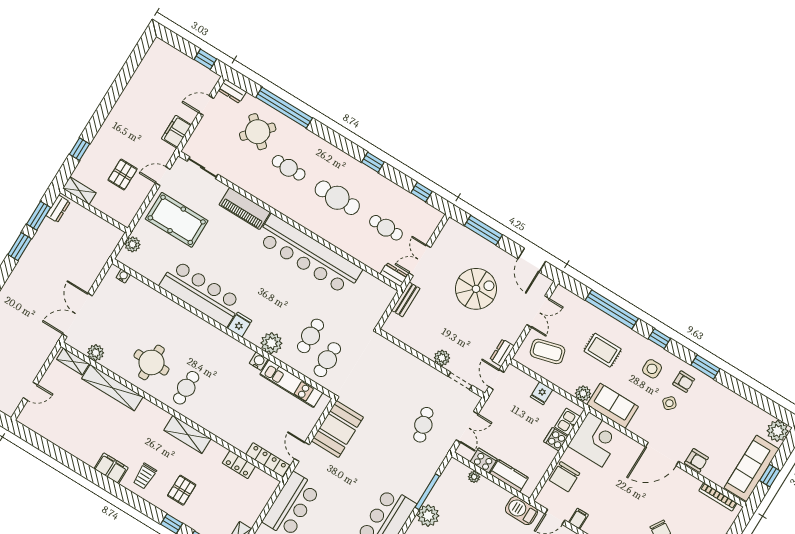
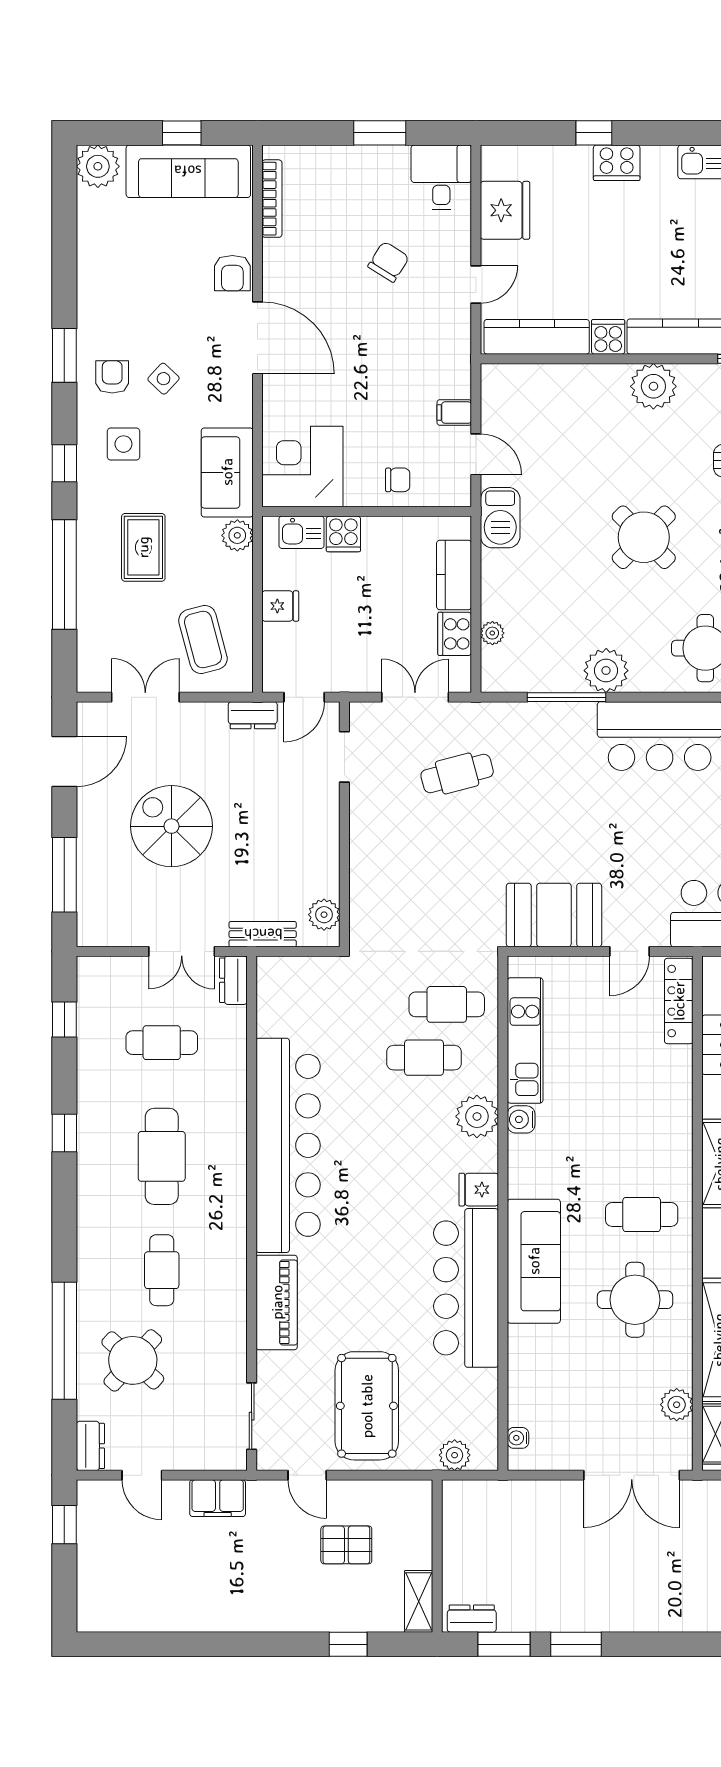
cafe table: (386, 228) -> (162, 1043), turned 90
sofa: (195, 329) -> (534, 1261), added
plant: (442, 358) -> (324, 915), moved
armchair: (696, 460) -> (232, 273), turned 180
chair: (565, 477) -> (398, 480), width x0.54, depth x0.54

